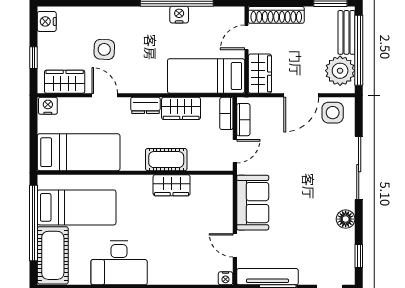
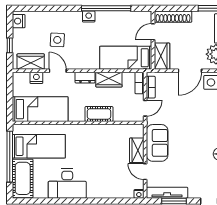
nightstand: (179, 15) -> (89, 17), moved
nightstand: (48, 106) -> (36, 78), moved
wardrobe: (172, 185) -> (137, 150), moved, turned 90

